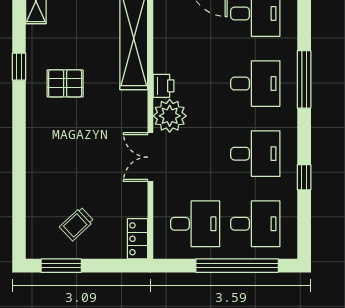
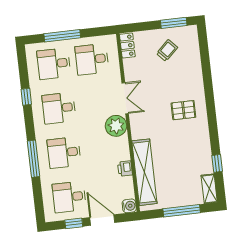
window: (19, 67) -> (217, 163), moved
pallet: (65, 83) -> (183, 110), moved
printer: (163, 86) -> (125, 169), moved
window: (237, 266) -> (62, 36), width x0.68

